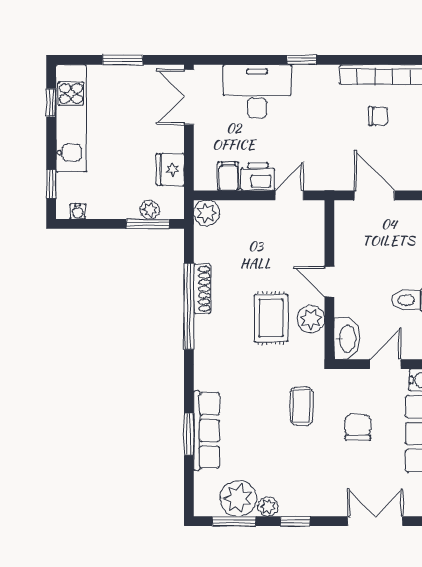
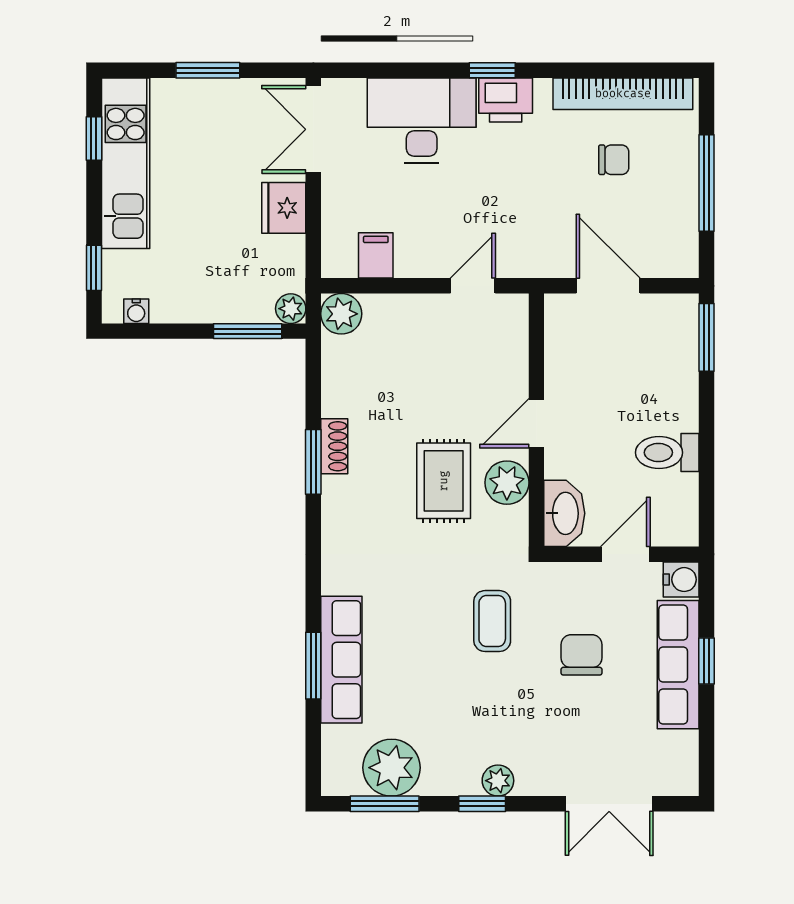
fridge: (170, 170) -> (284, 208), moved
printer: (258, 177) -> (506, 100), moved, turned 180
plant: (150, 210) -> (291, 309), moved
door: (329, 282) -> (536, 423), hinge flipped
shoe rack: (202, 289) -> (334, 446), width x0.70
window: (189, 306) -> (313, 462), width x0.47
plant: (268, 507) -> (498, 781), moved
double door: (375, 521) -> (609, 804), swing flipped

